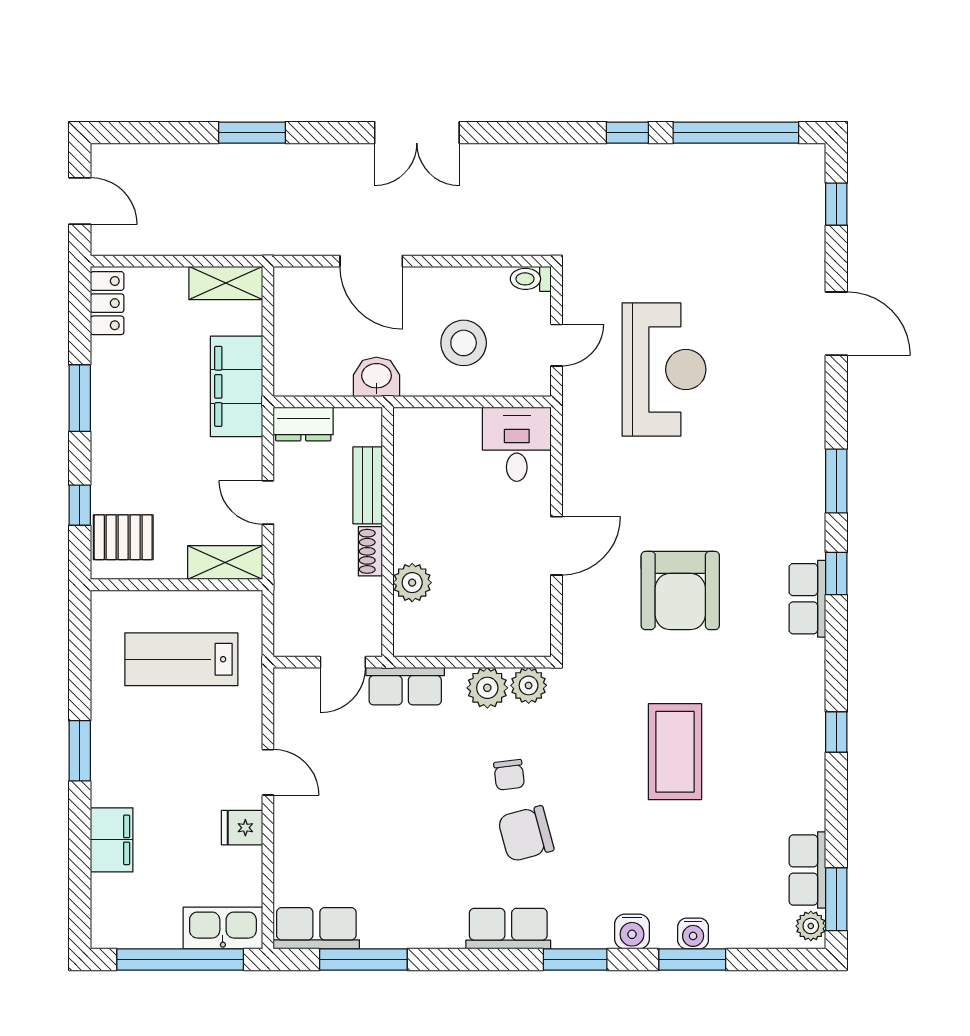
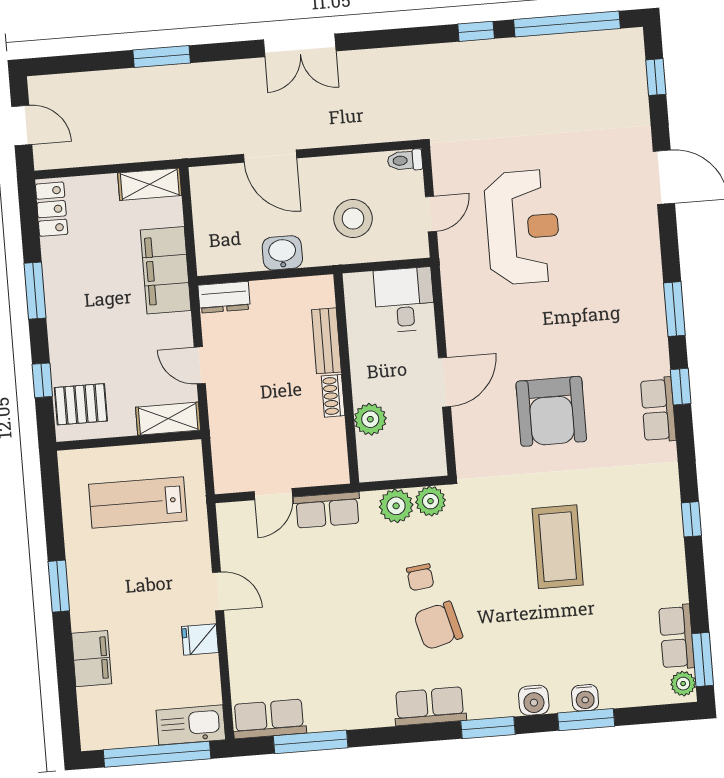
bench: (368, 485) -> (326, 341), moved
wall: (388, 532) -> (346, 378), moved
shoe rack: (370, 551) -> (333, 396), moved
plant: (412, 583) -> (370, 419), moved

